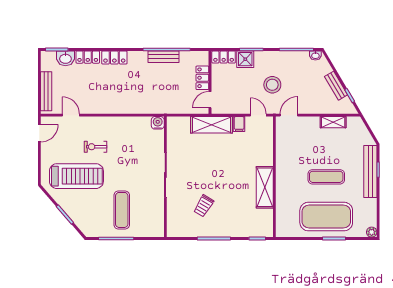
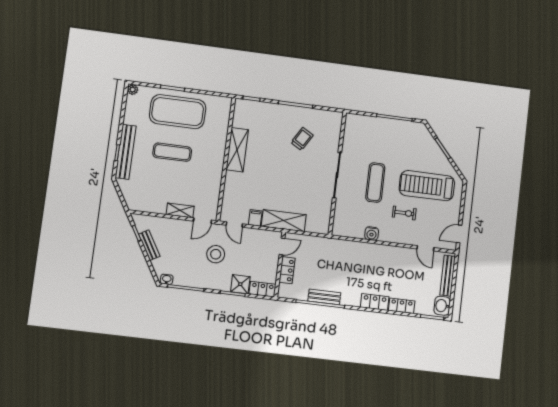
washbasin: (65, 58) -> (442, 306), moved, turned -90
shelving: (333, 122) -> (180, 210), moved
water cooler: (158, 123) -> (372, 234), moved
exercise mat: (122, 210) -> (375, 183), moved

